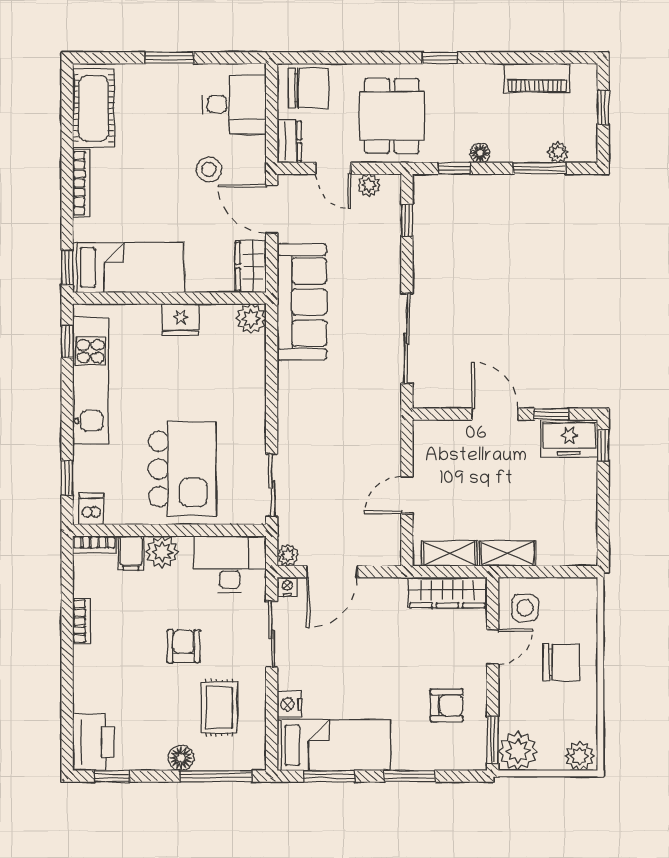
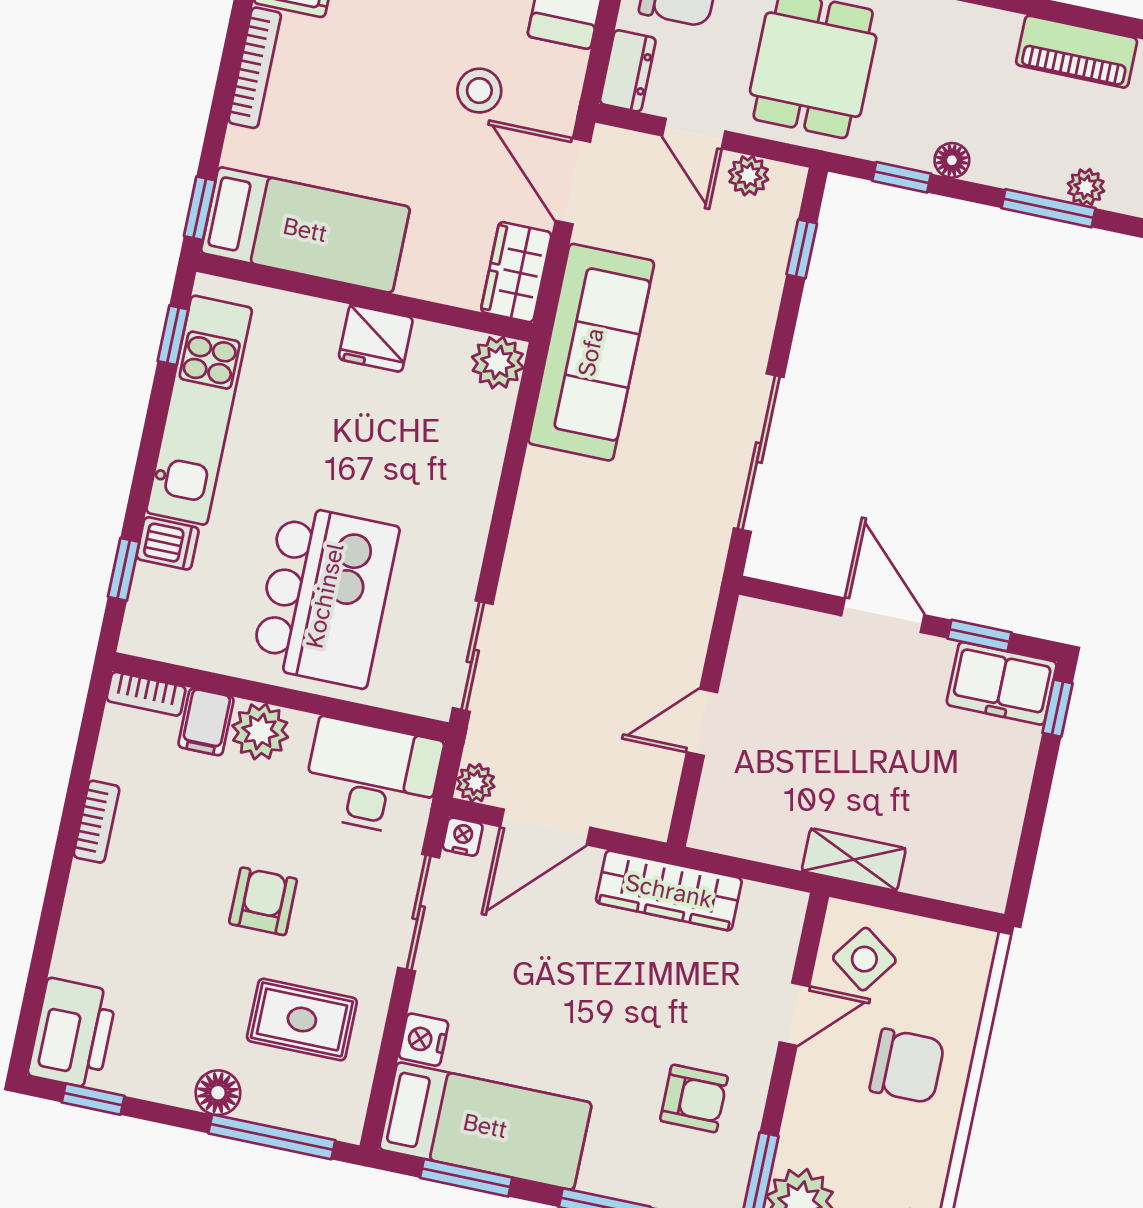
dishwasher: (91, 509) -> (168, 543), moved, turned 90
shelving: (449, 554) -> (754, 838), removed
wardrobe: (447, 593) -> (669, 891), moved
side table: (525, 608) -> (864, 959), turned 36
rug: (219, 707) -> (302, 1020), turned 90

